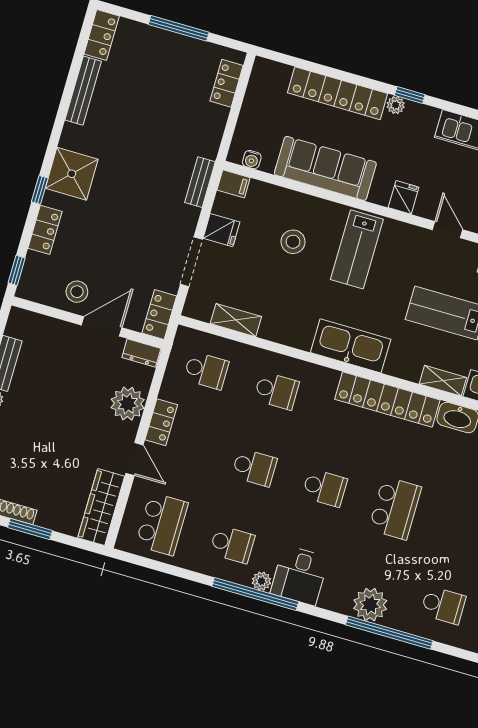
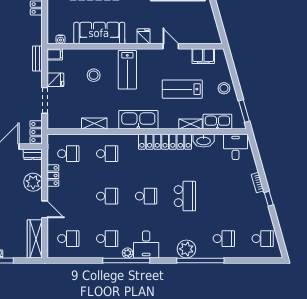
shelving: (236, 320) -> (94, 124), moved
locker: (161, 422) -> (53, 176), moved
school desk: (162, 524) -> (68, 239), width x0.54

